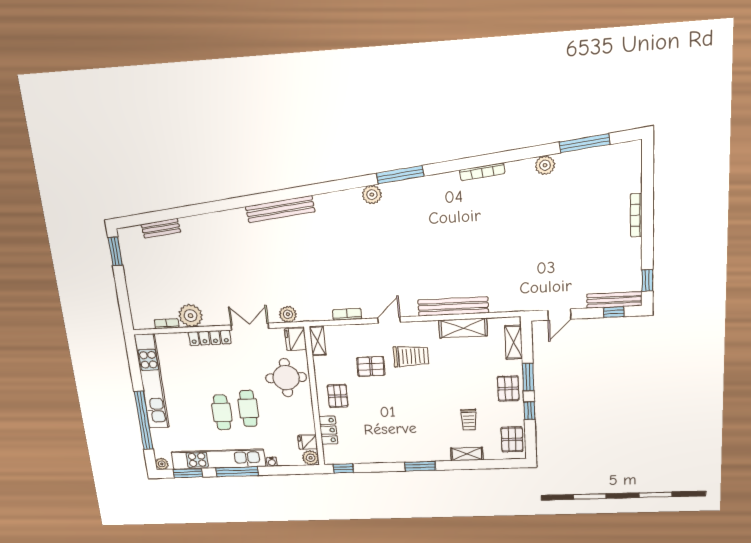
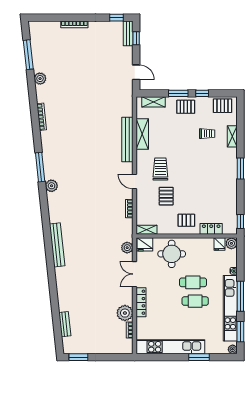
bench: (614, 300) -> (128, 33), width x0.73
window: (144, 420) -> (199, 357), width x0.47

